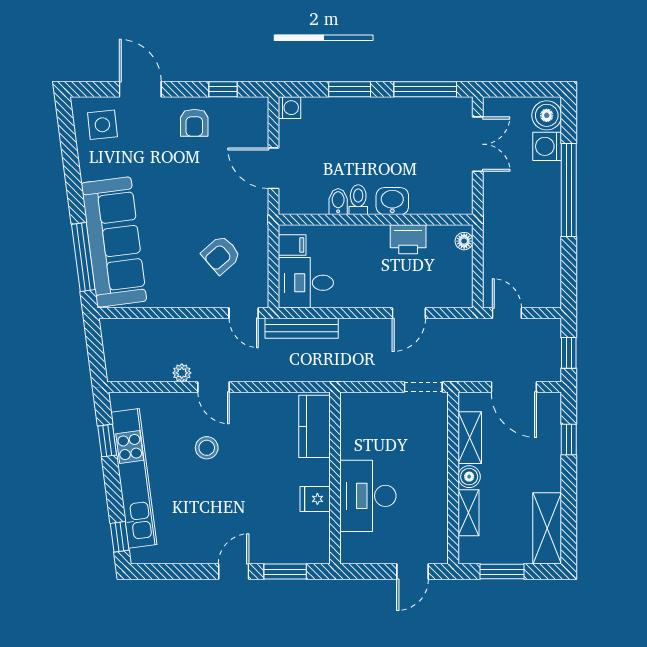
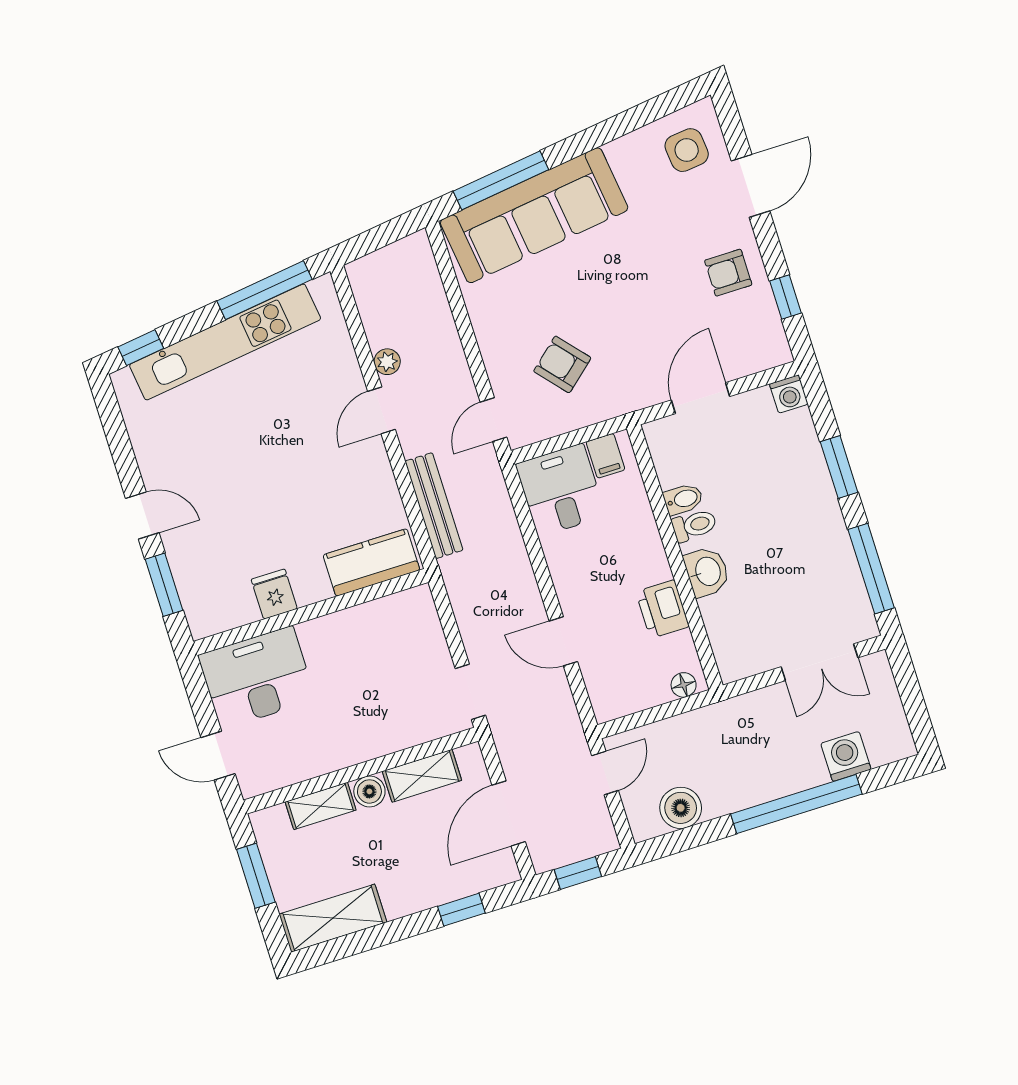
boiler: (547, 115) -> (681, 808), moved
bench: (302, 328) -> (434, 506), moved
window: (107, 441) -> (265, 290), width x2.17
stool: (207, 448) -> (297, 427), removed
desk: (368, 496) -> (257, 678), moved

